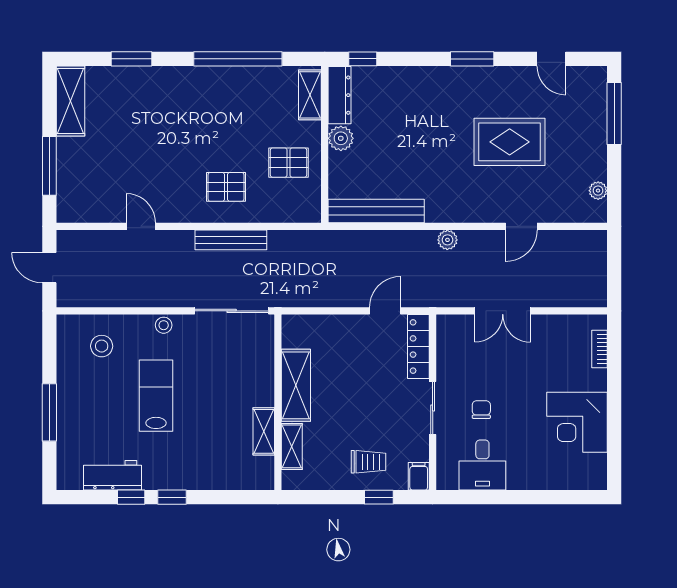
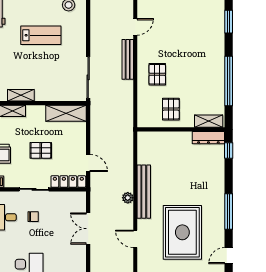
window: (472, 59) -> (229, 211), width x1.44
plant: (341, 138) -> (184, 138), removed
rug: (510, 142) -> (182, 232), width x1.37, depth x1.44
bench: (376, 211) -> (144, 192), moved
bench: (231, 240) -> (128, 59), moved
stool: (164, 325) -> (80, 40), removed
shelving: (296, 385) -> (66, 113), moved
pallet: (362, 396) -> (41, 150), added

